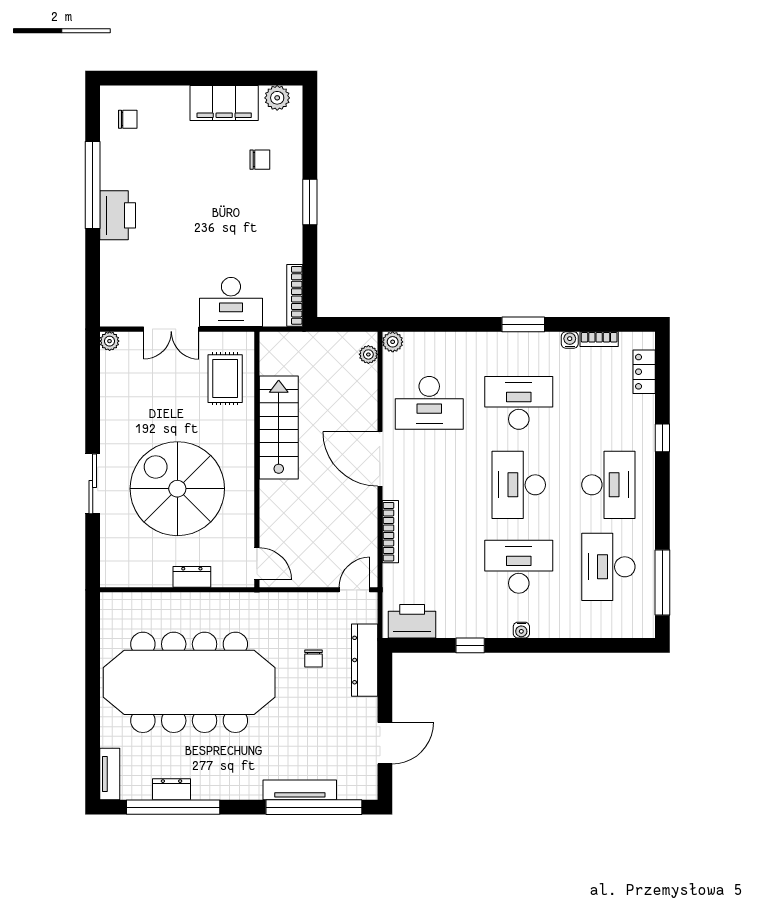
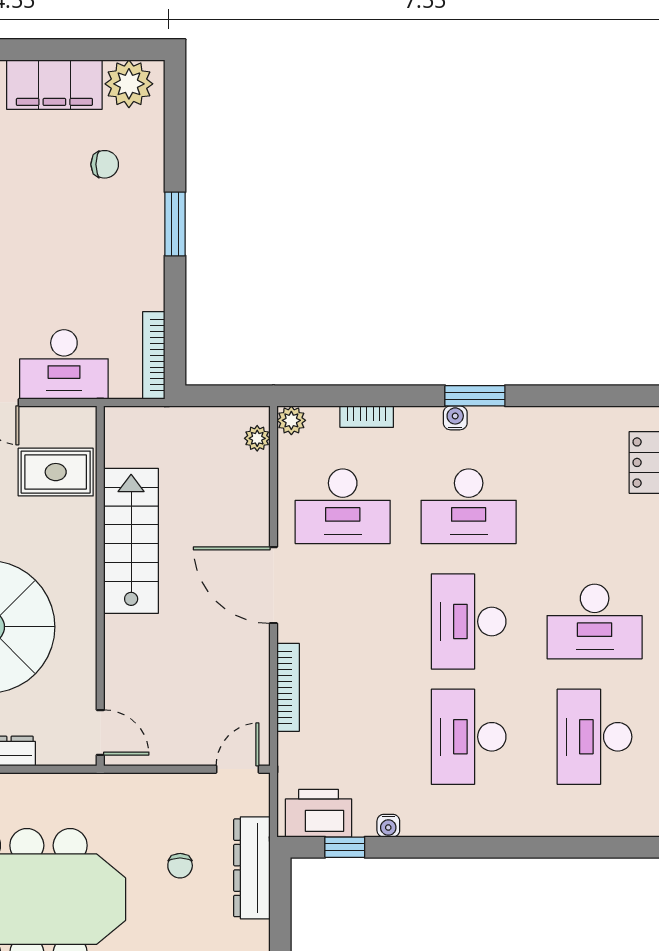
plant: (277, 98) -> (129, 84), width x1.36, depth x1.36
bookcase: (599, 339) -> (367, 417), moved
water cooler: (570, 340) -> (455, 418), moved
rug: (225, 379) -> (56, 472), turned 90
desk: (519, 403) -> (469, 506), turned 180
desk: (608, 485) -> (595, 622), turned 90
desk: (519, 567) -> (469, 737), turned -90
water cooler: (521, 630) -> (388, 826), moved
window: (470, 645) -> (345, 847), moved

